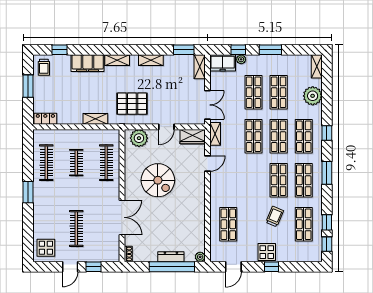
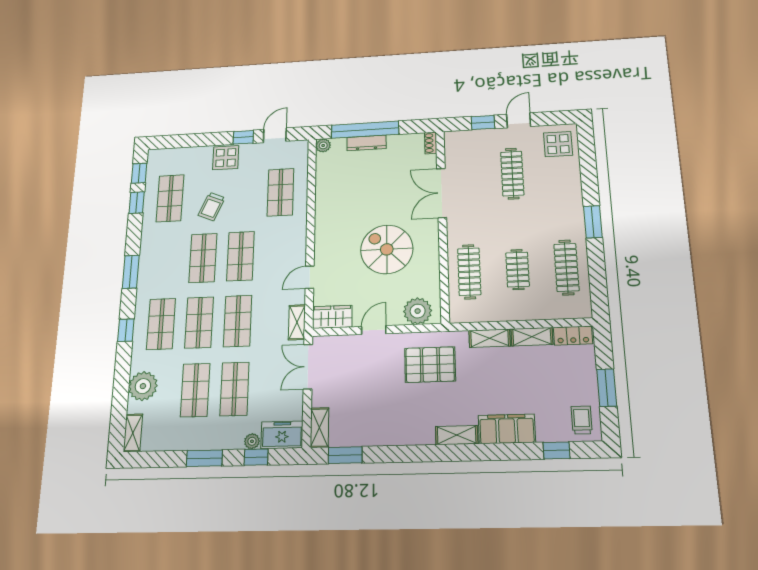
shelving: (151, 60) -> (532, 337), moved
shop shelf: (304, 180) -> (241, 256), moved
window: (272, 267) -> (243, 137), moved

